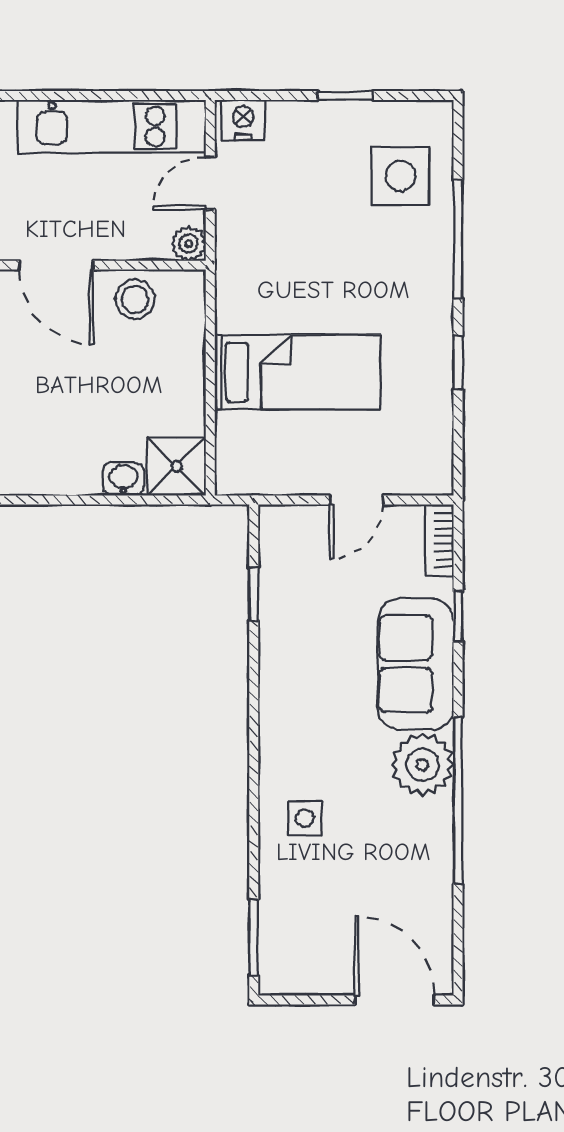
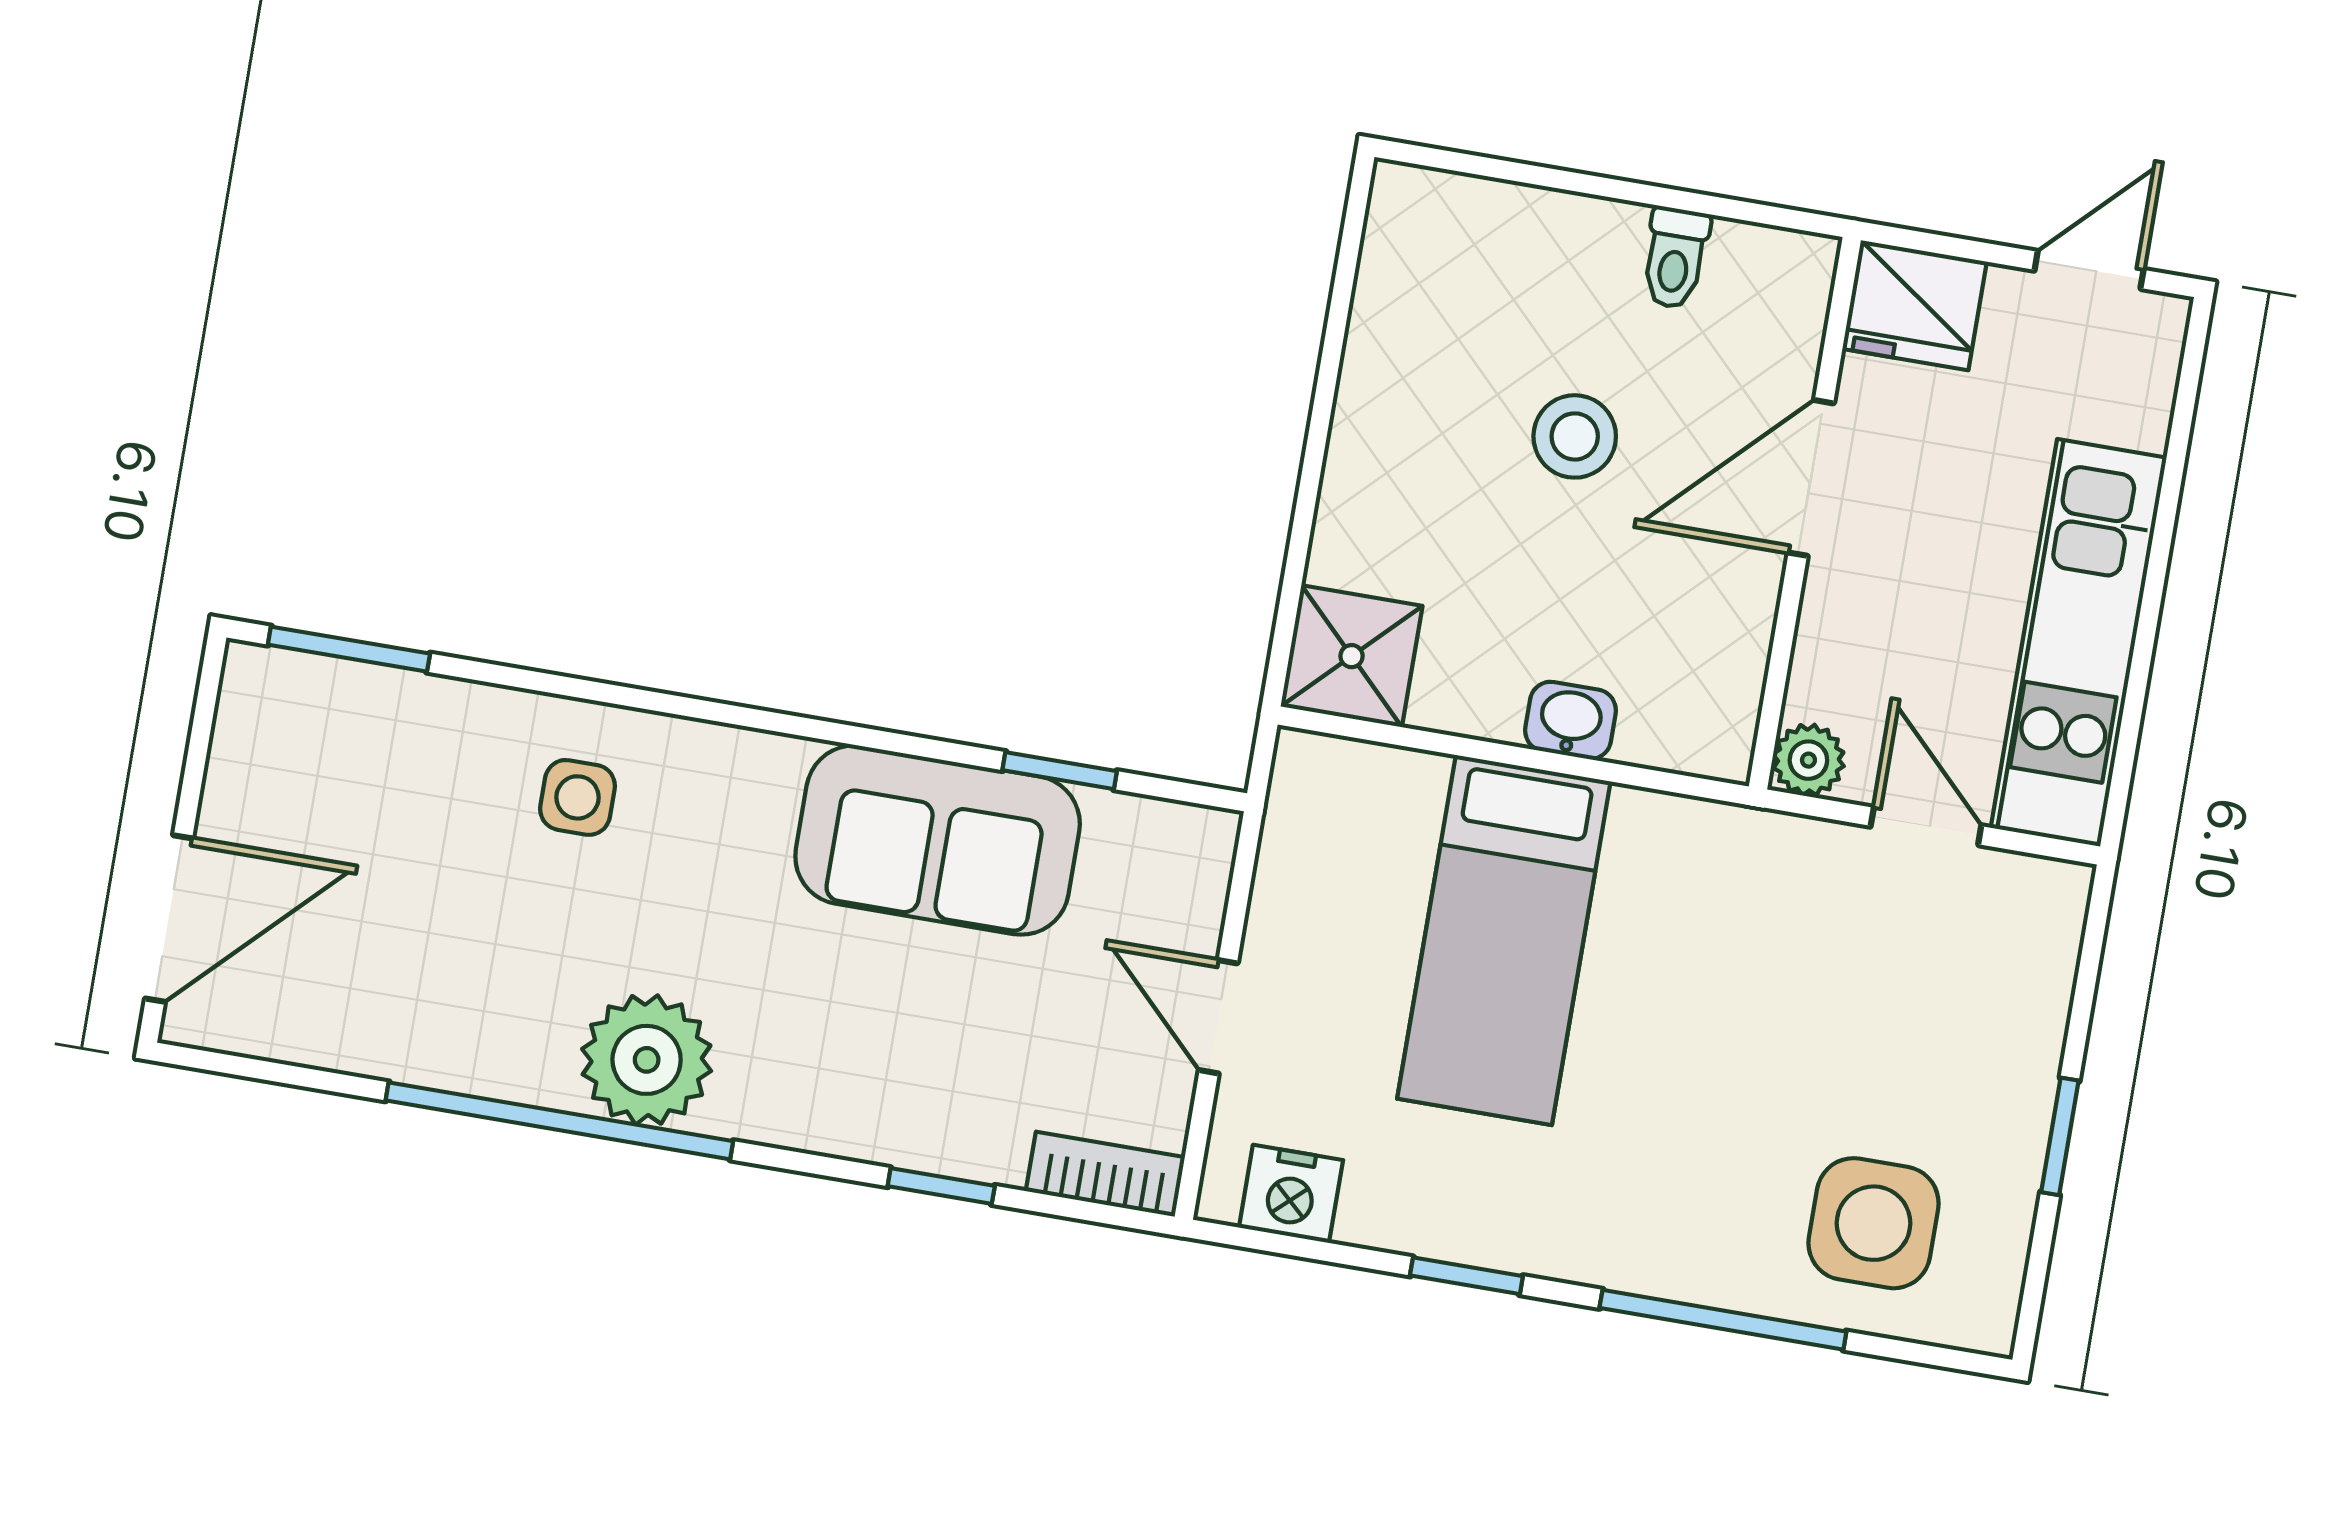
nightstand: (243, 120) -> (1291, 1194), moved, turned 90
stool: (135, 299) -> (1575, 436), moved
washbasin: (123, 479) -> (1571, 720), moved, turned -90
sofa: (416, 664) -> (938, 840), moved, turned 180

